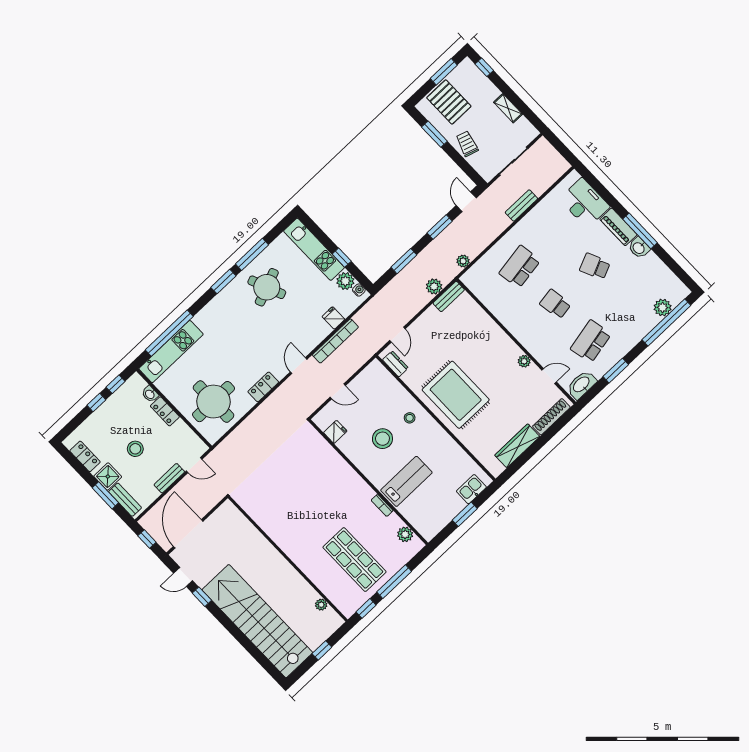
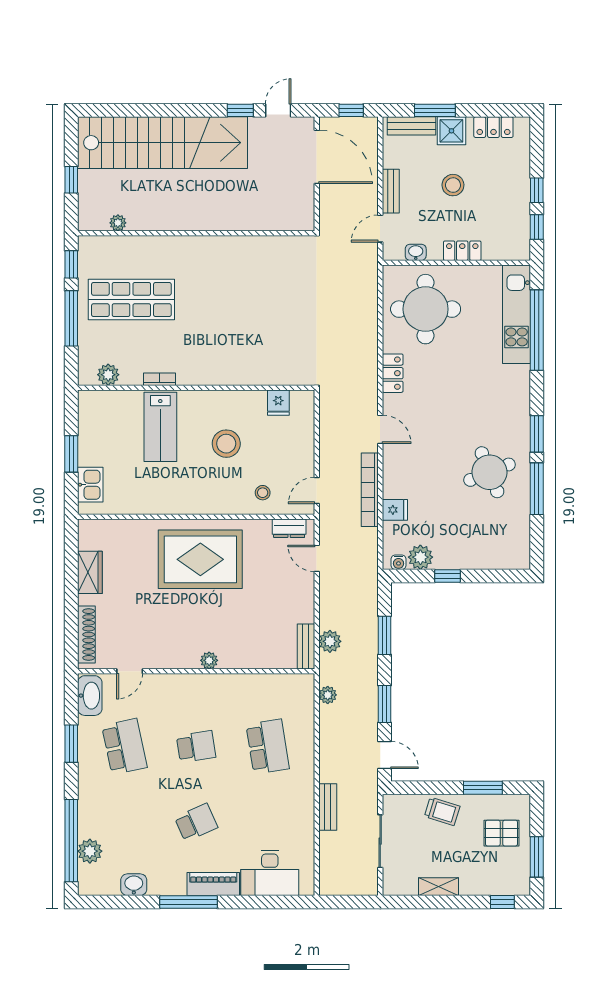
pallet: (449, 102) -> (501, 833), width x0.67, depth x0.71
washbasin: (639, 248) -> (134, 885), moved
kitchen unit: (314, 249) -> (483, 556), removed
plant: (524, 361) -> (209, 660), moved
door: (338, 391) -> (317, 491), moved
washbasin: (150, 394) -> (416, 252), moved
stool: (410, 418) -> (263, 493), moved
wardrobe: (517, 446) -> (90, 572), width x0.67

